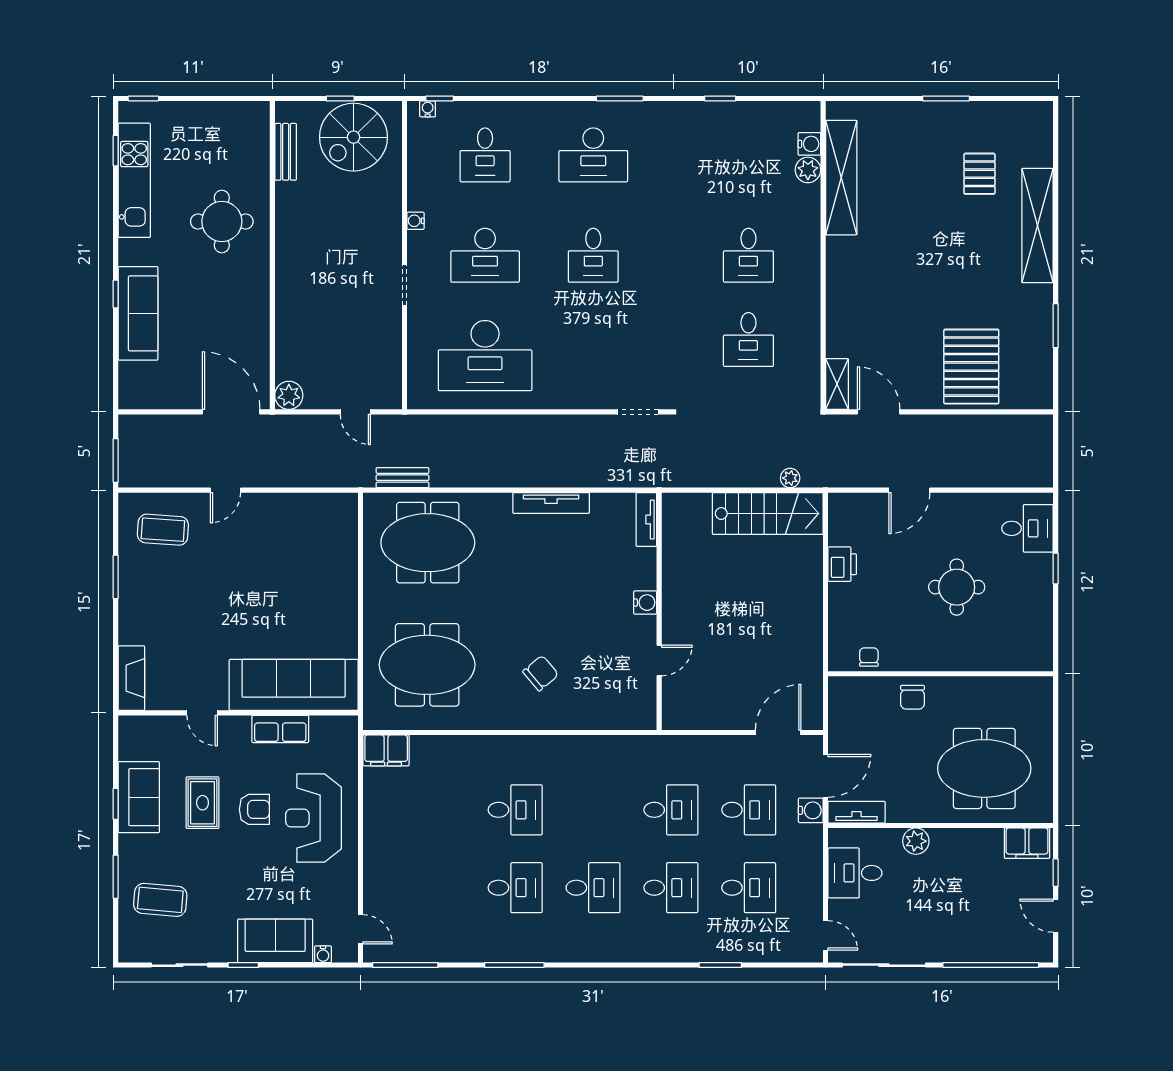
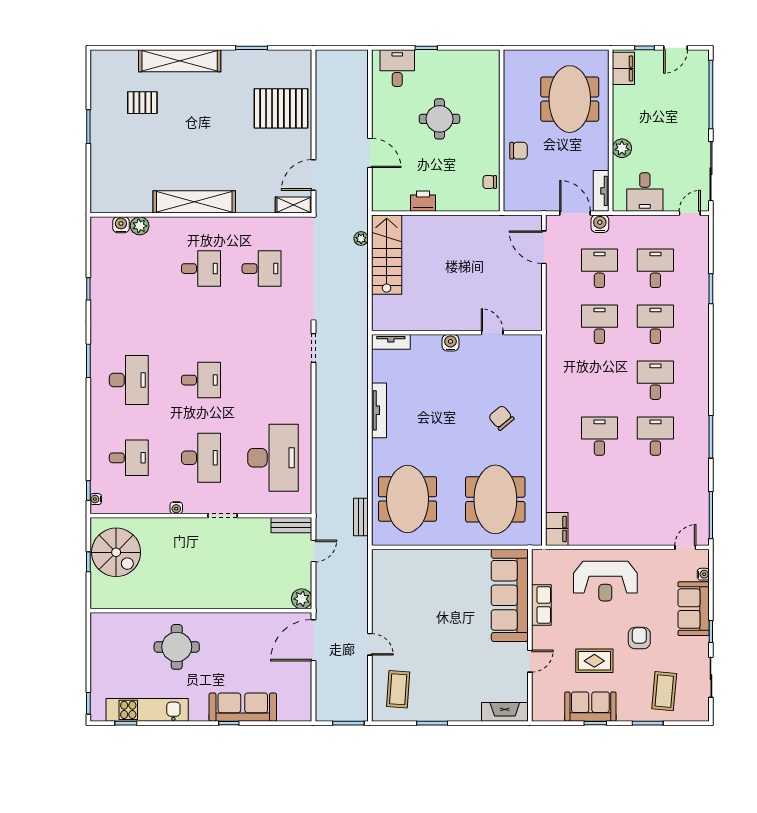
bench: (286, 152) -> (291, 525), moved
shelving: (841, 178) -> (194, 202), moved
armchair: (254, 809) -> (639, 638), moved

